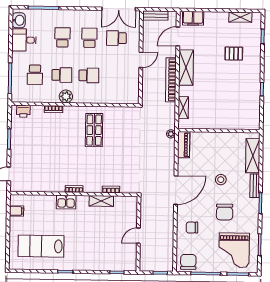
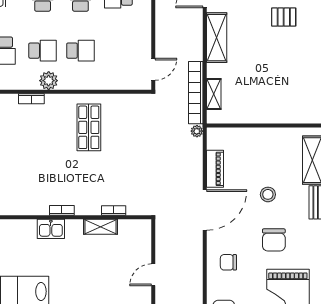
door: (141, 60) -> (153, 69), moved
bookcase: (171, 80) -> (196, 93), moved
piano: (184, 145) -> (215, 169), moved

